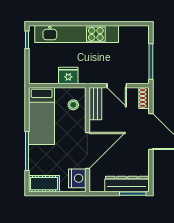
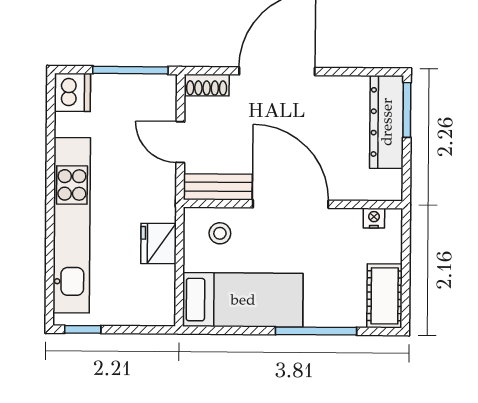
dishwasher: (140, 34) -> (72, 92), added
door: (117, 86) -> (180, 142), swing flipped
door: (87, 151) -> (291, 204), moved
nightstand: (77, 178) -> (374, 218), width x0.53, depth x0.56

